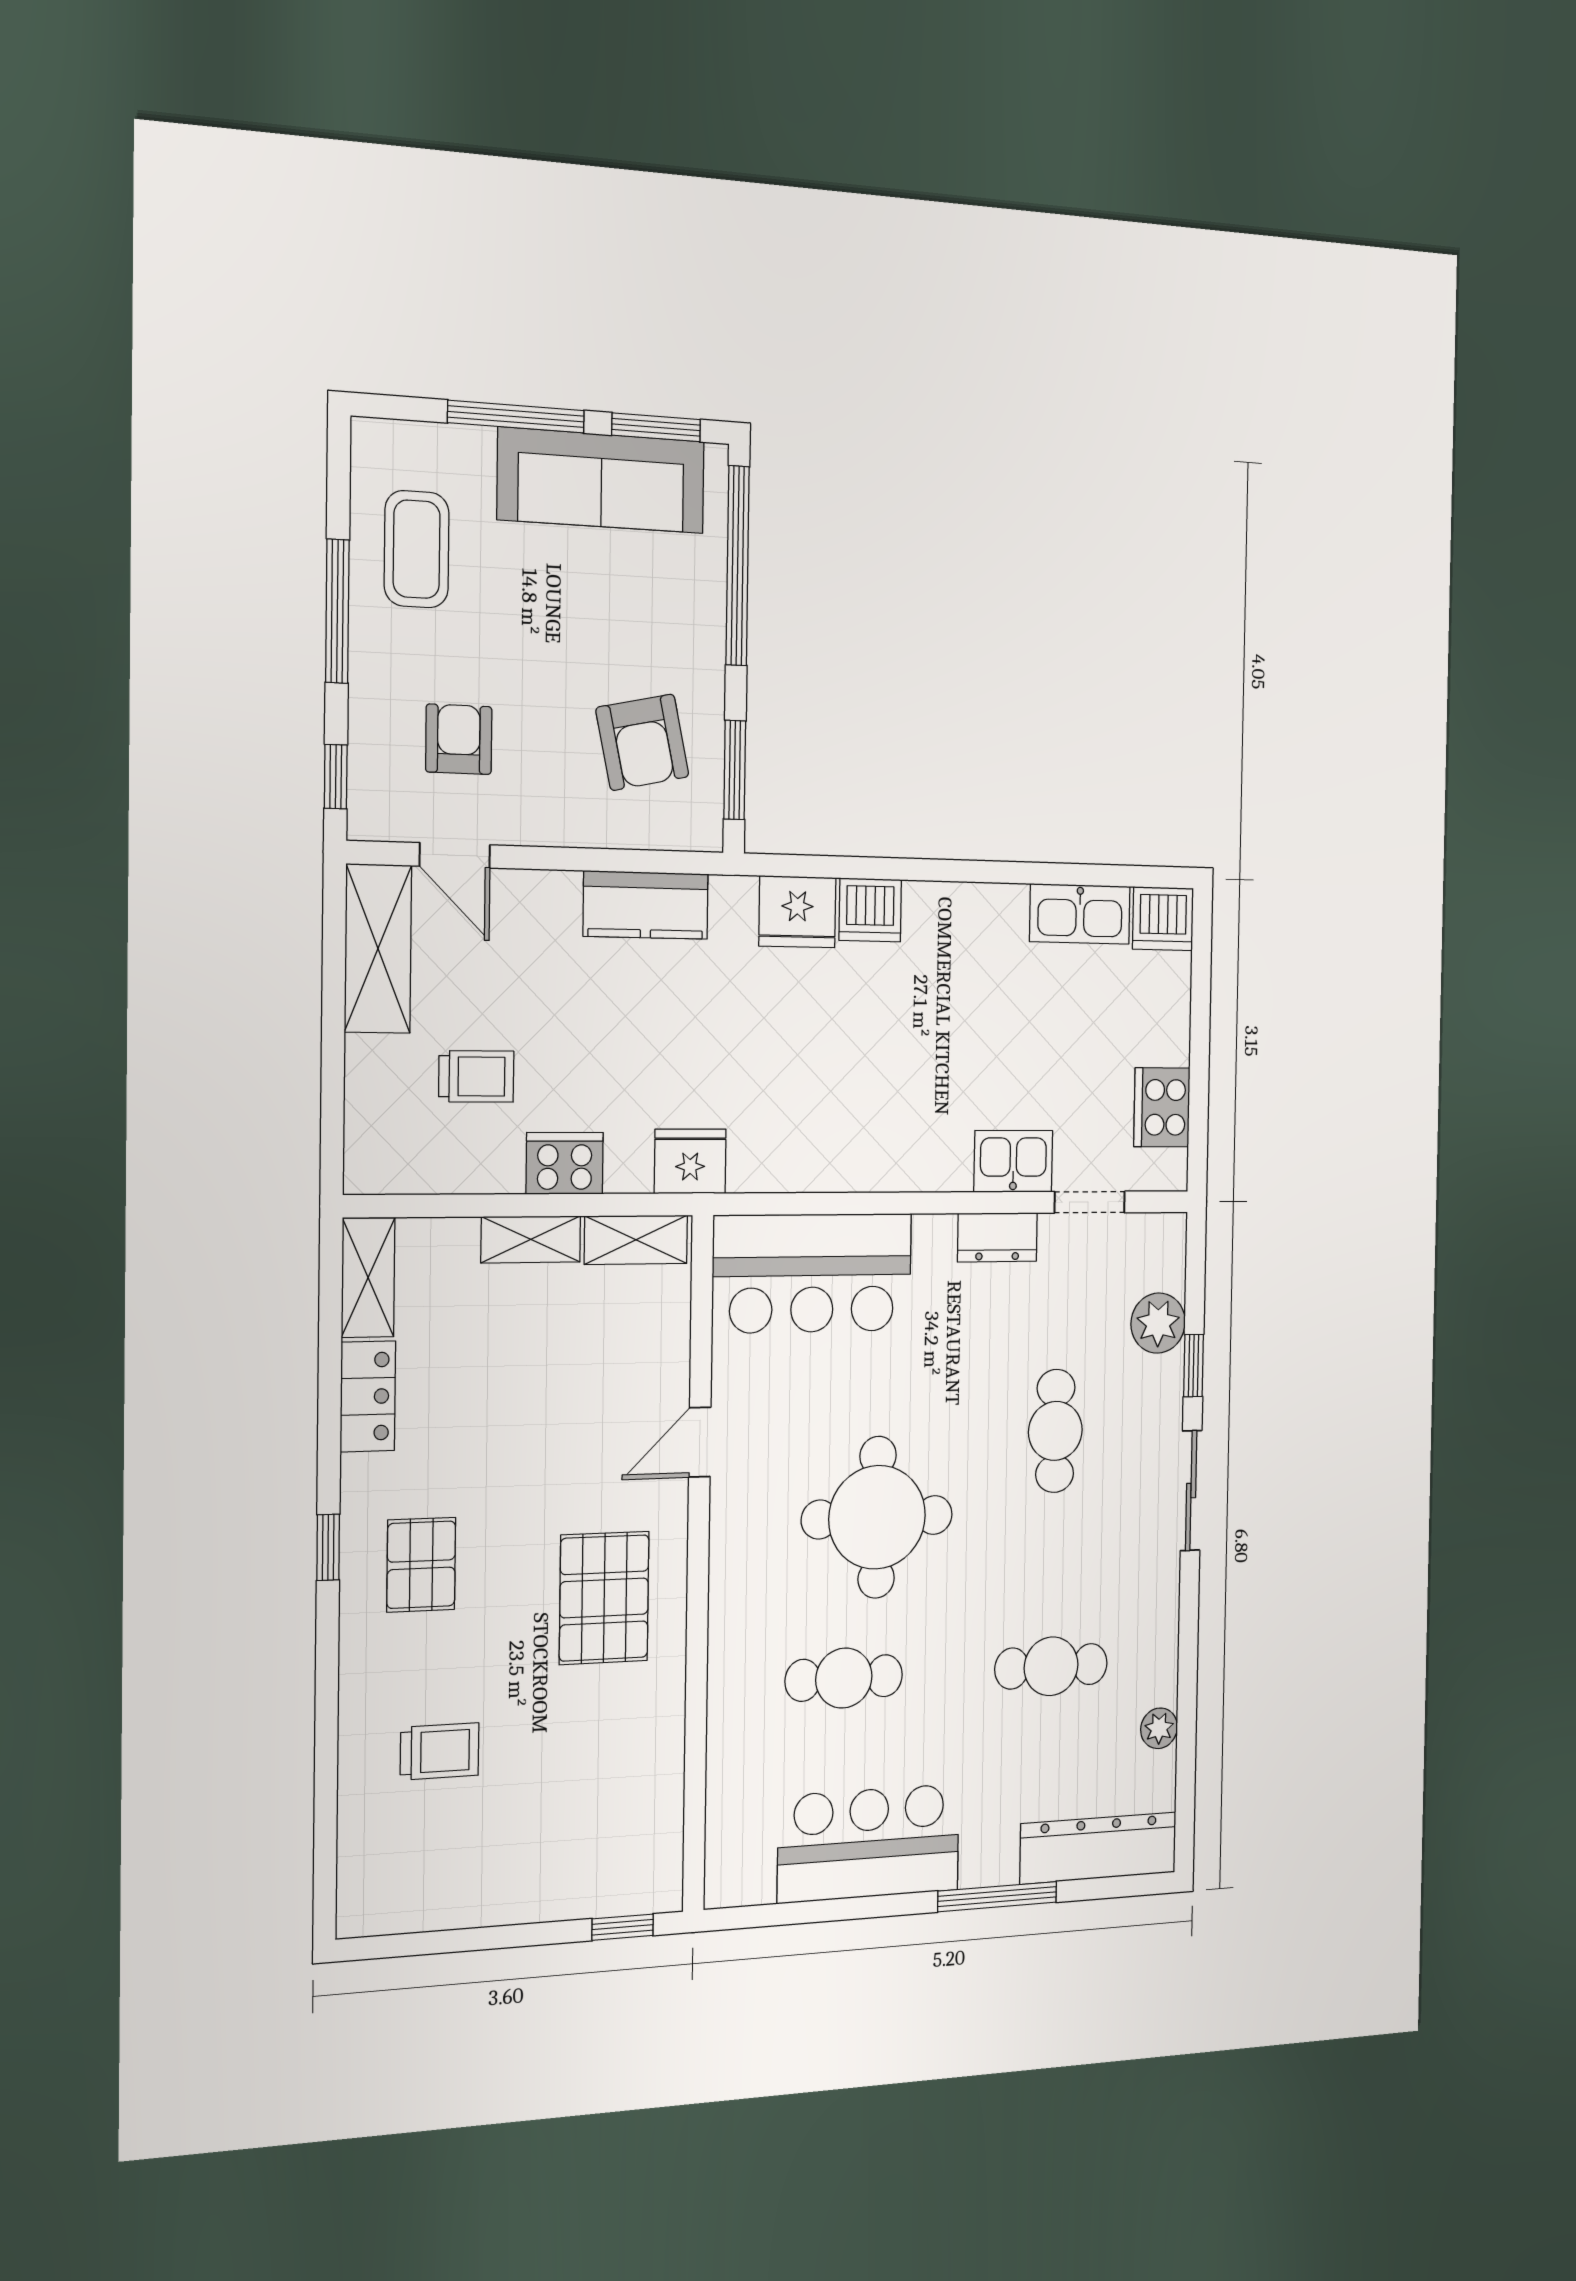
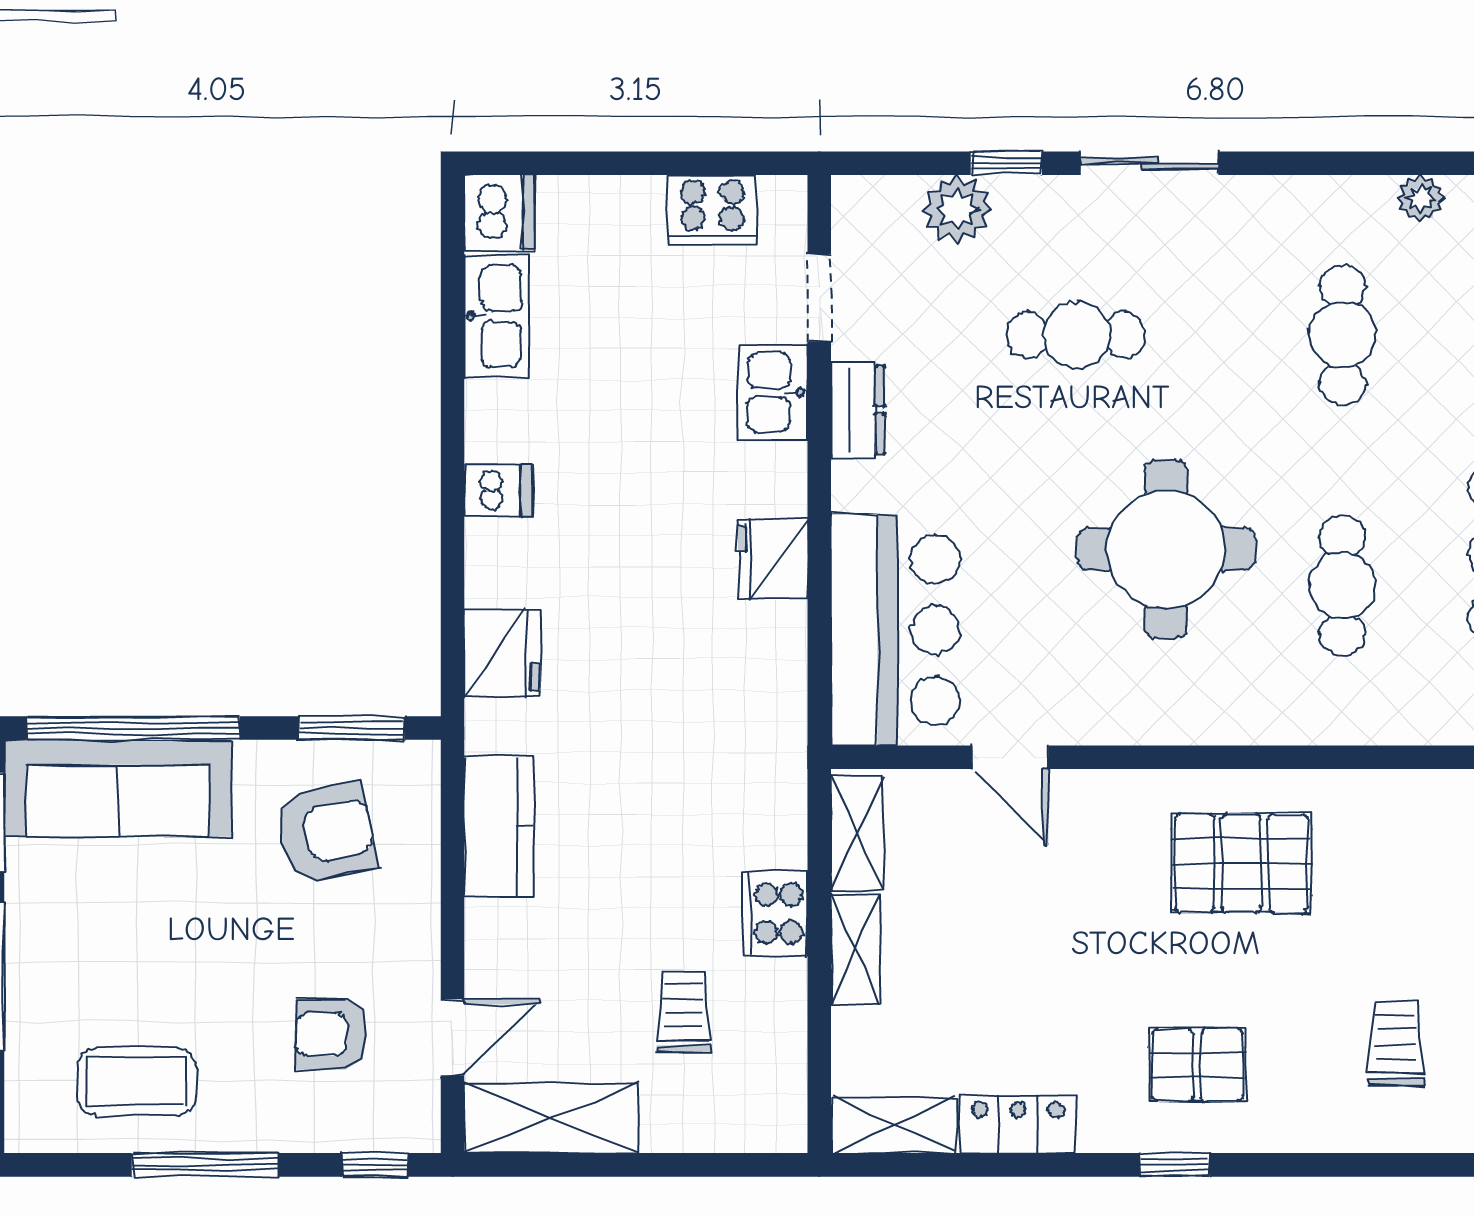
sofa: (601, 480) -> (118, 788), moved, turned 90
dishwasher: (870, 910) -> (498, 491), moved, width x0.73
fridge: (690, 1161) -> (773, 559), moved
door: (700, 1442) -> (1010, 757), moved

